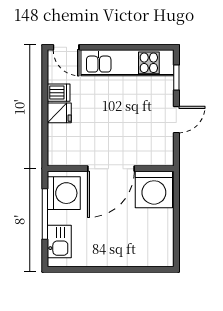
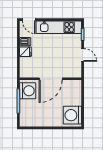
door: (176, 120) -> (83, 55), hinge flipped
washing machine: (154, 189) -> (72, 115), moved, turned 90
kitchen sink: (59, 242) -> (25, 114), removed

